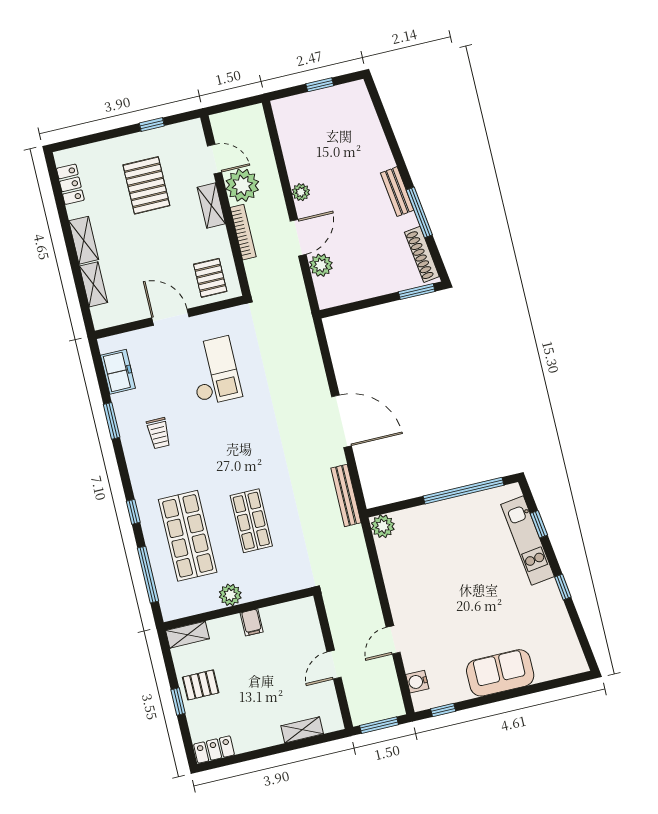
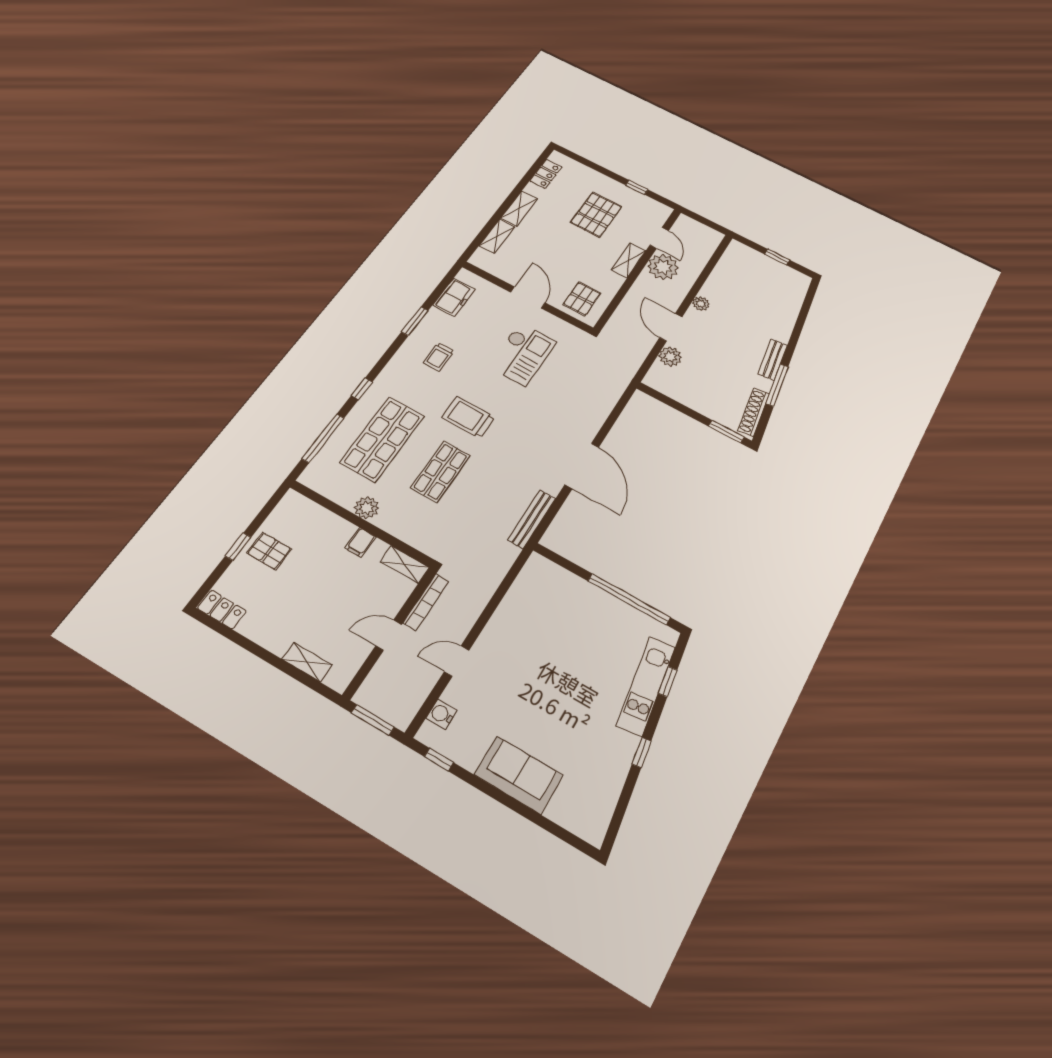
bookcase: (243, 232) -> (426, 602), moved
door: (298, 238) -> (671, 327), swing flipped
trolley: (228, 461) -> (468, 417), added
plant: (383, 526) -> (538, 567), removed
shelving: (187, 635) -> (405, 564), moved

